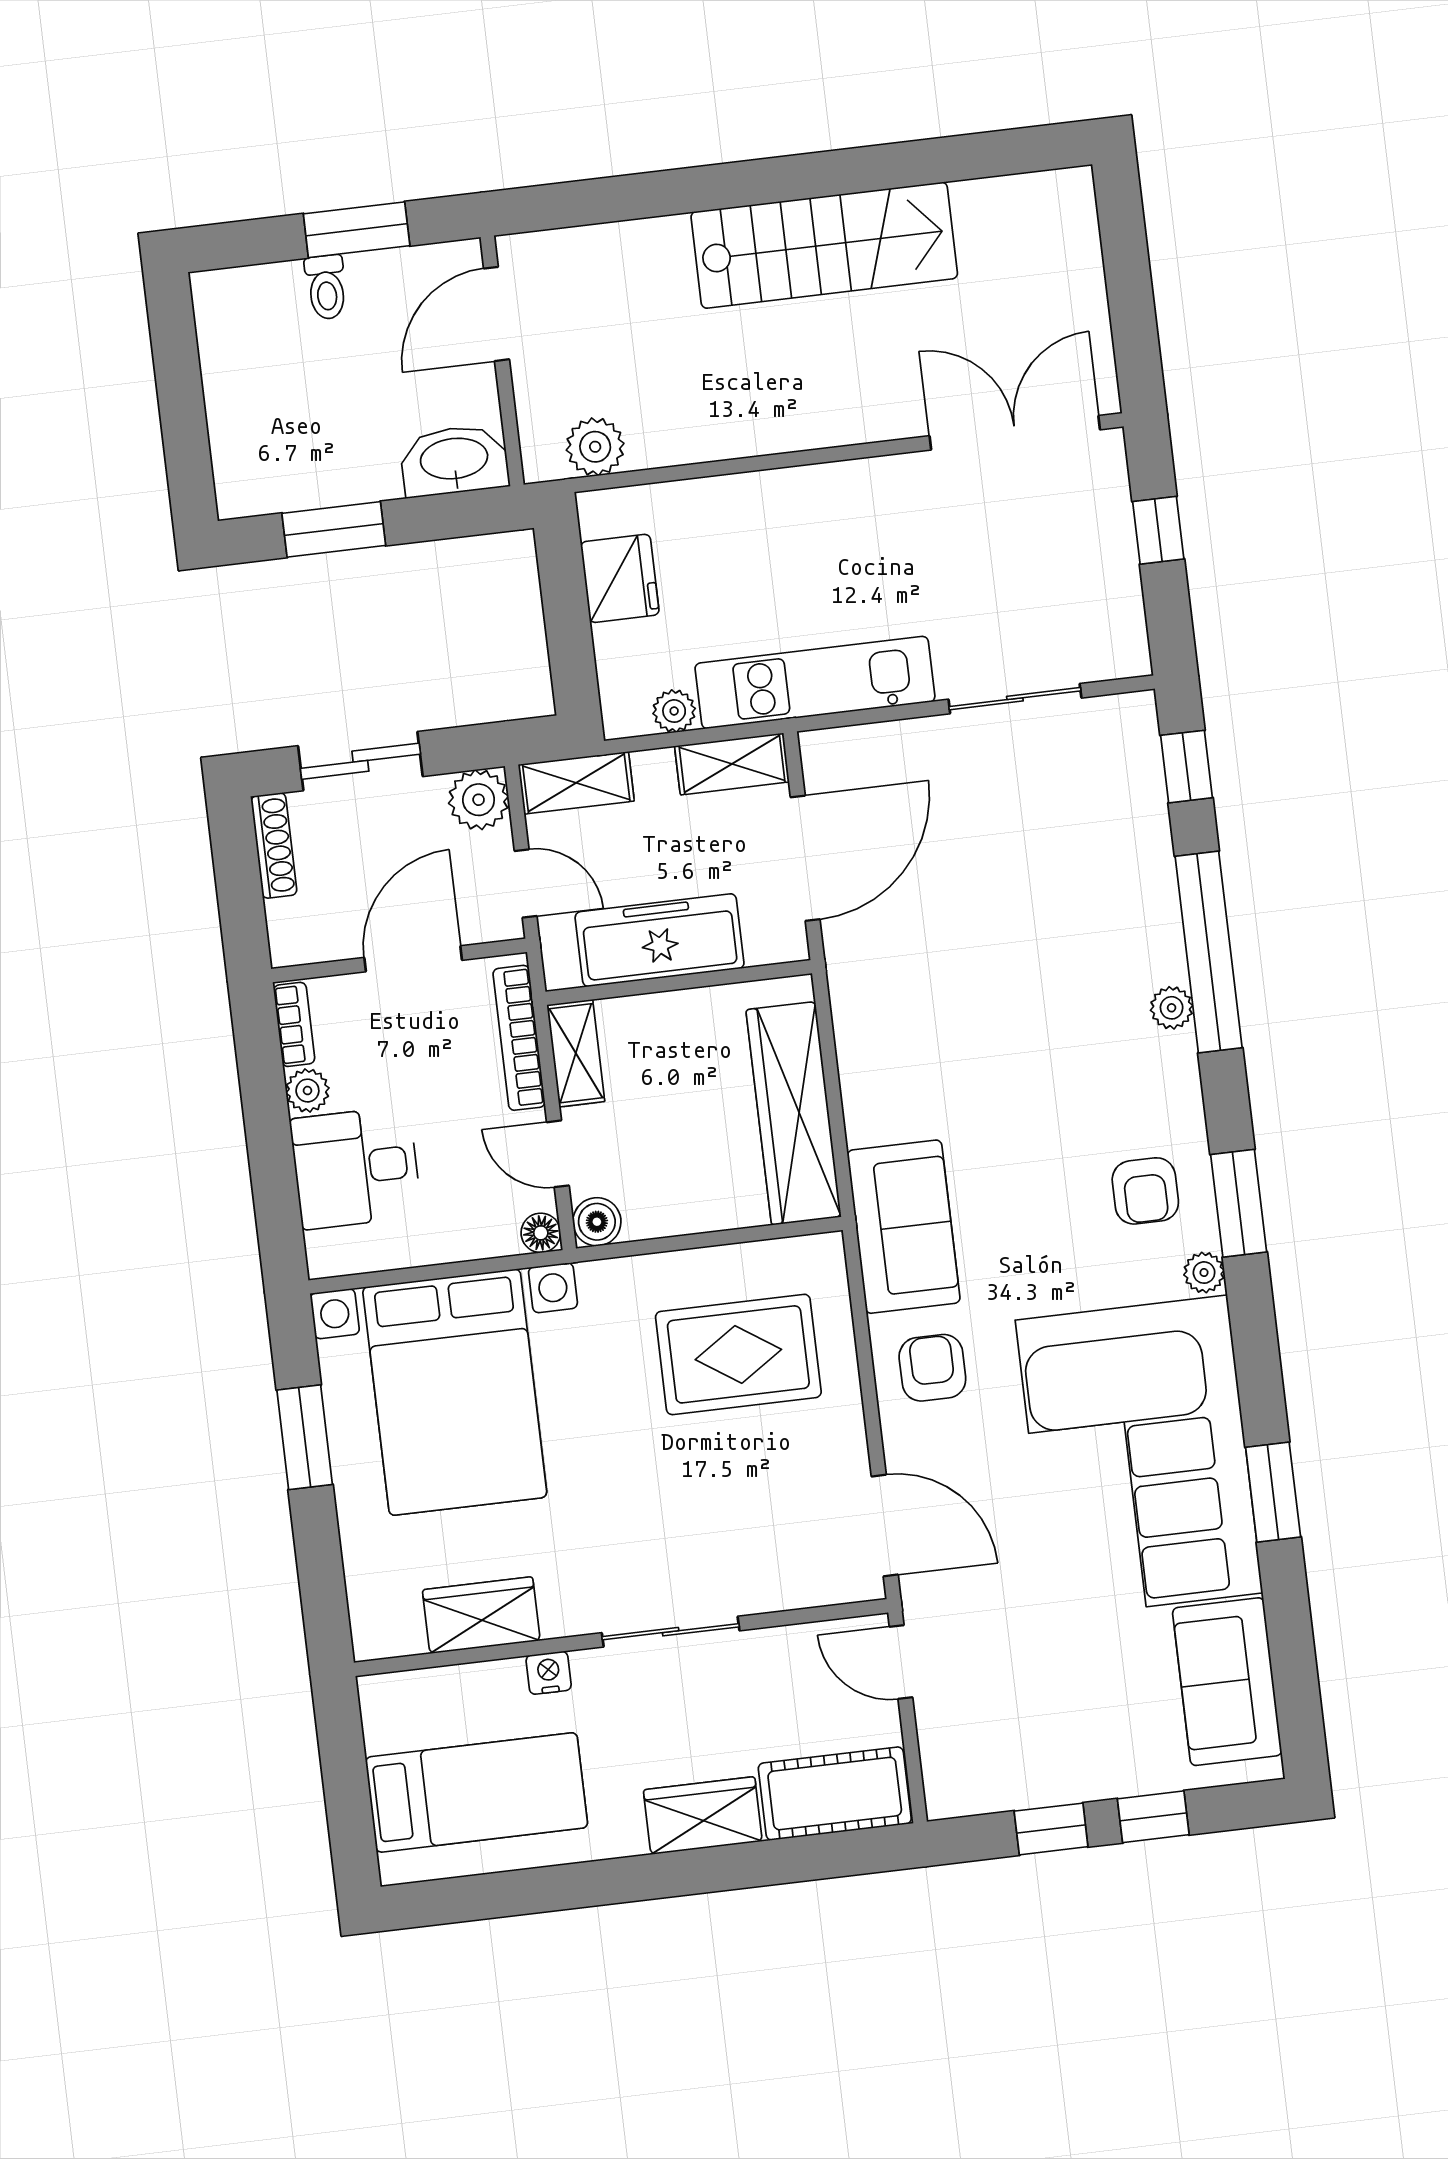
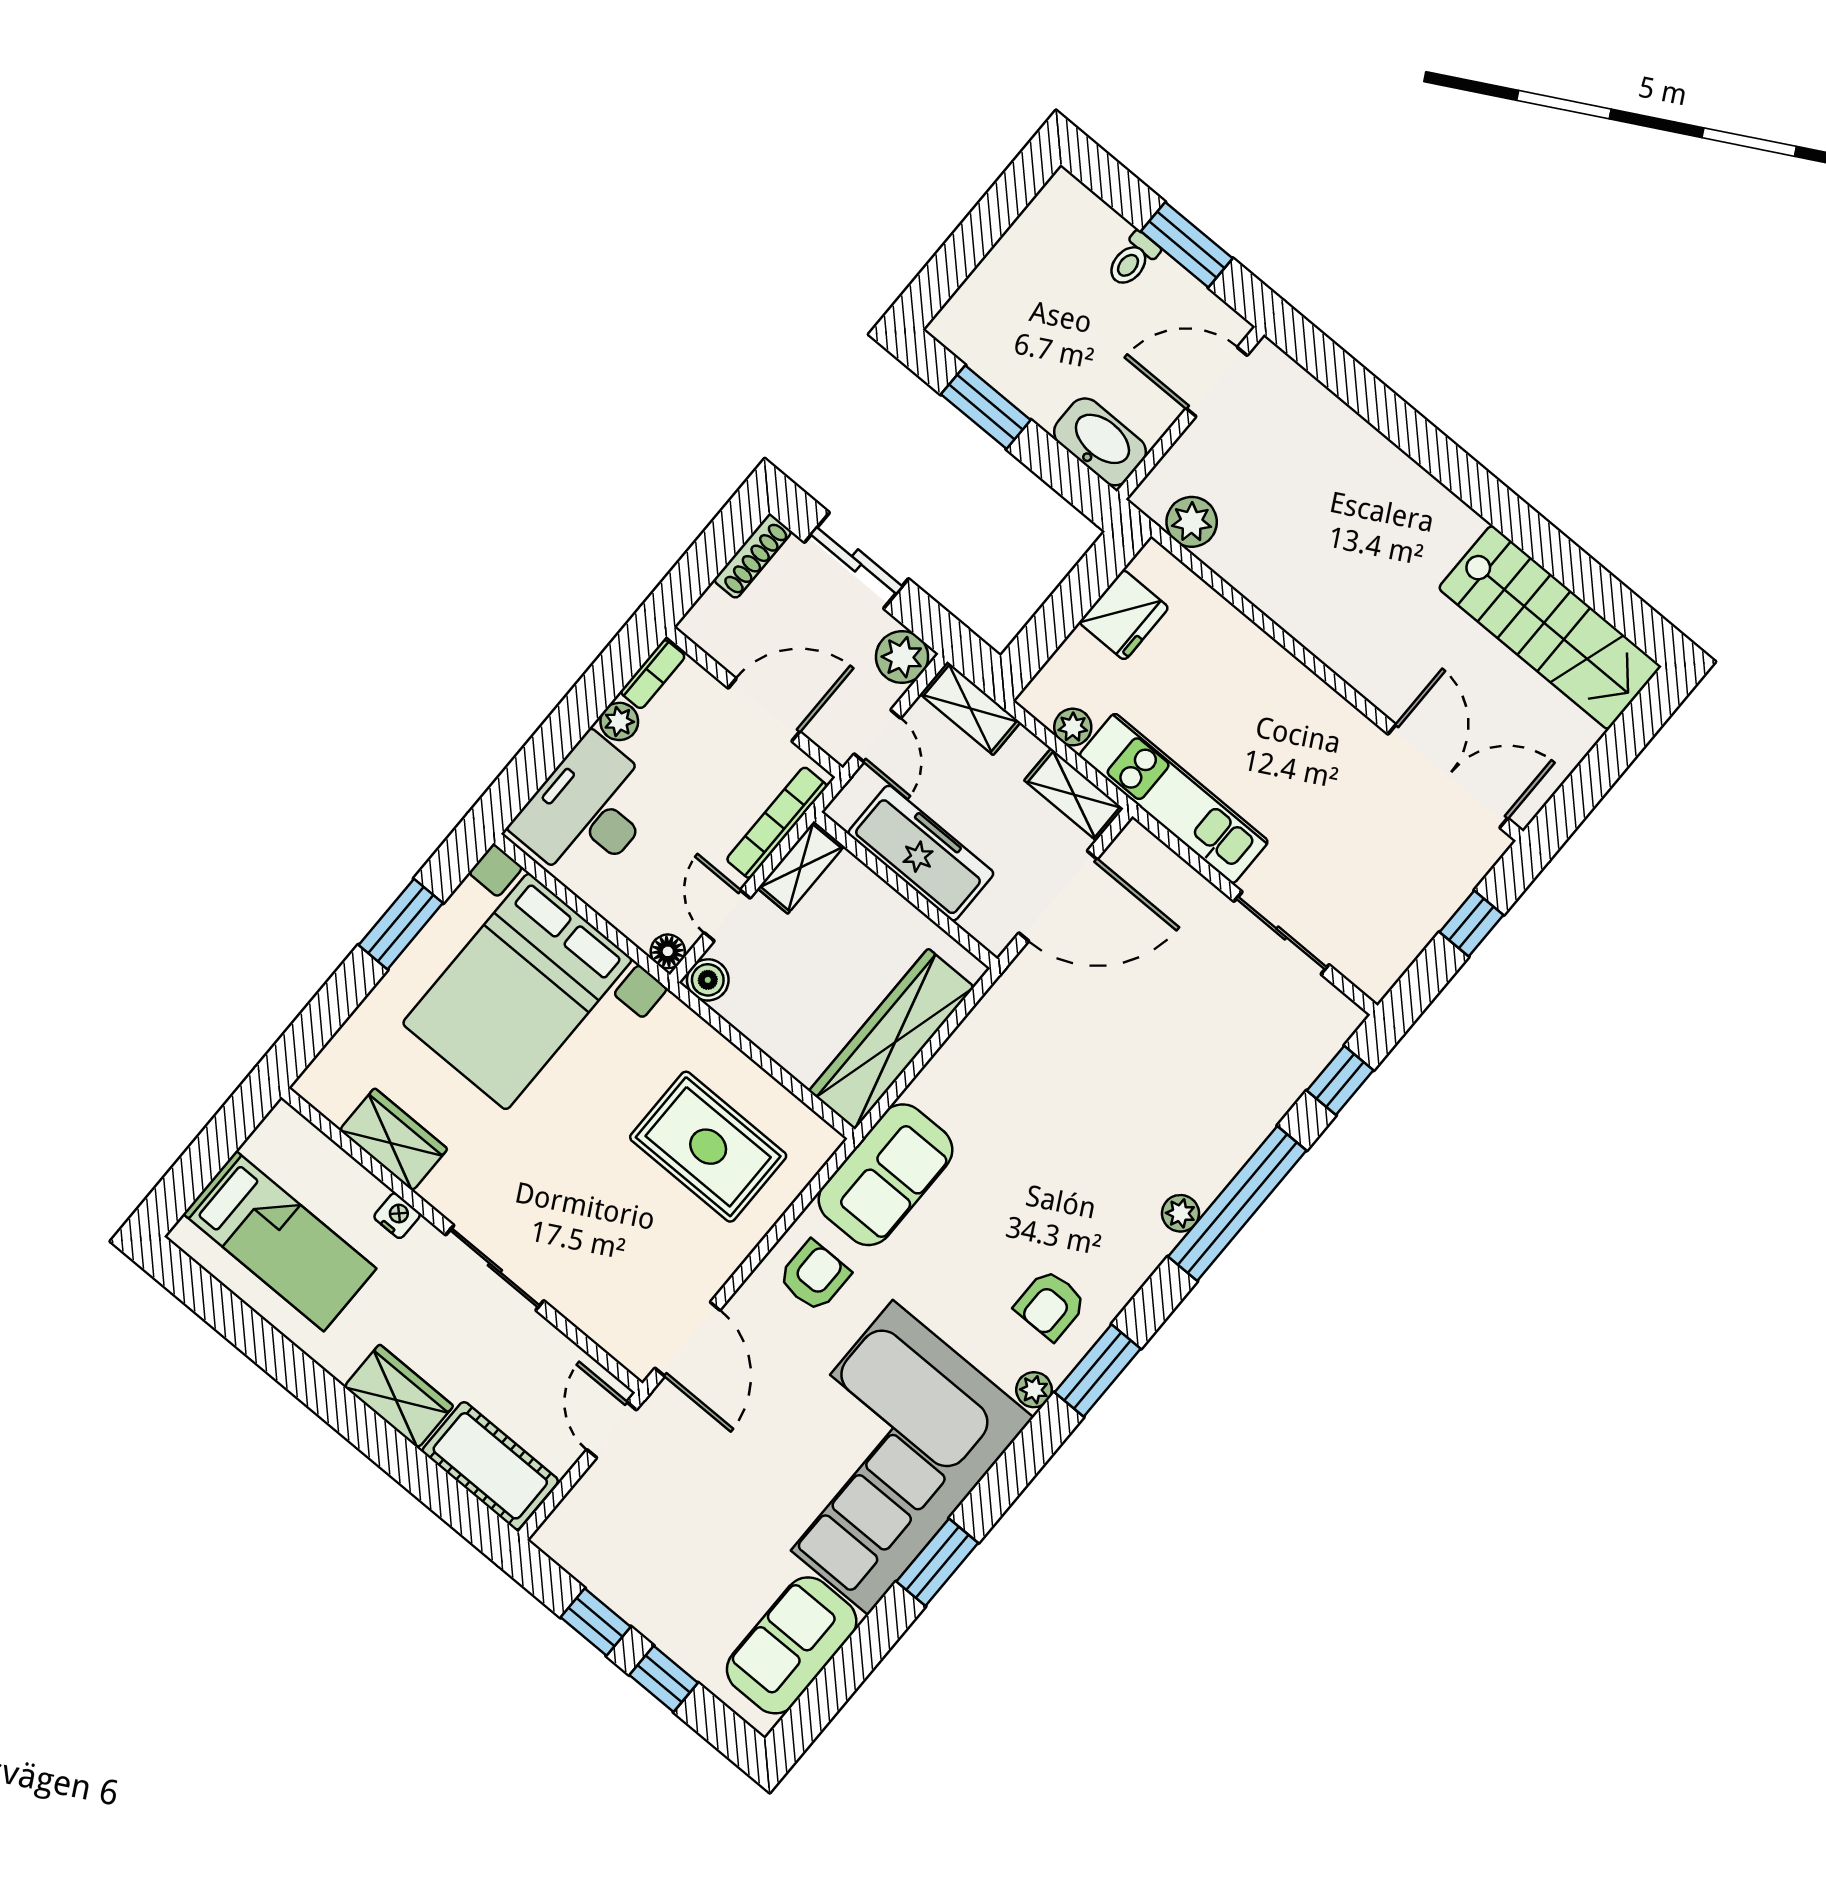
stairs: (824, 245) -> (1550, 627), moved
desk: (356, 1168) -> (588, 811), width x1.37

